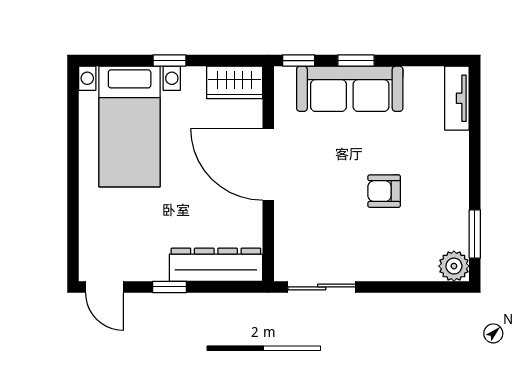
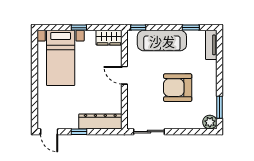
window: (356, 61) -> (191, 28), moved
door: (268, 164) -> (124, 75), width x0.53
armchair: (384, 191) -> (178, 88), width x1.88, depth x1.88

